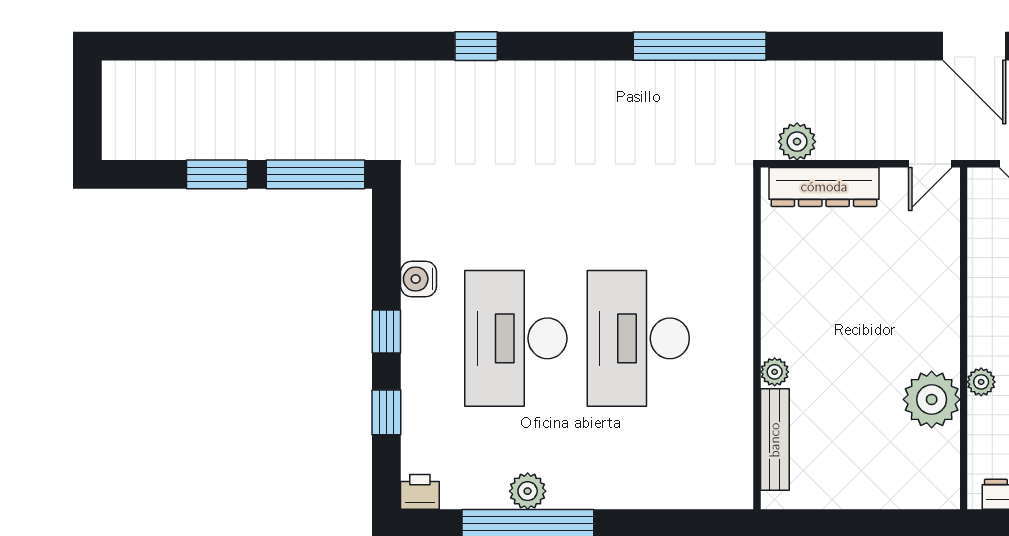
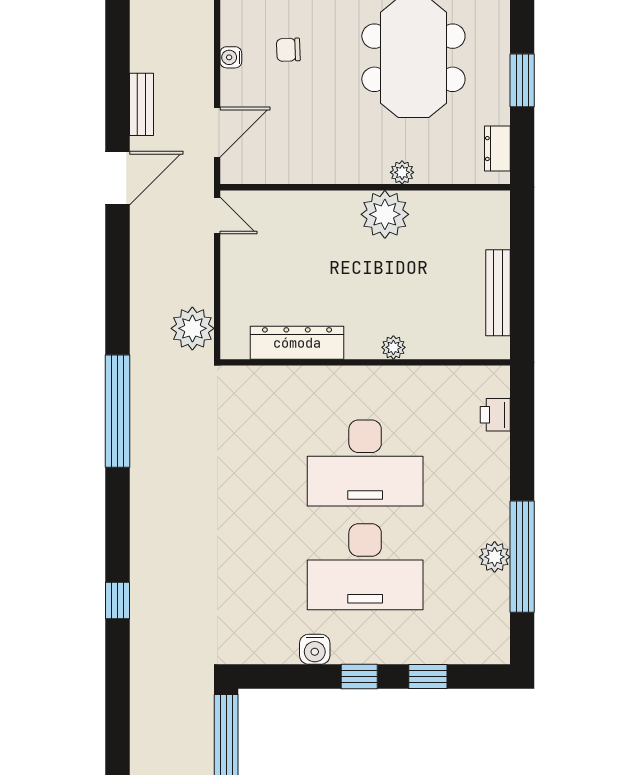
plant: (797, 142) -> (192, 328), width x1.36, depth x1.36
dresser: (824, 187) -> (297, 343), moved, turned -90
plant: (932, 399) -> (385, 214), moved
bench: (775, 440) -> (498, 293), moved, turned 90
printer: (420, 492) -> (495, 415), moved

